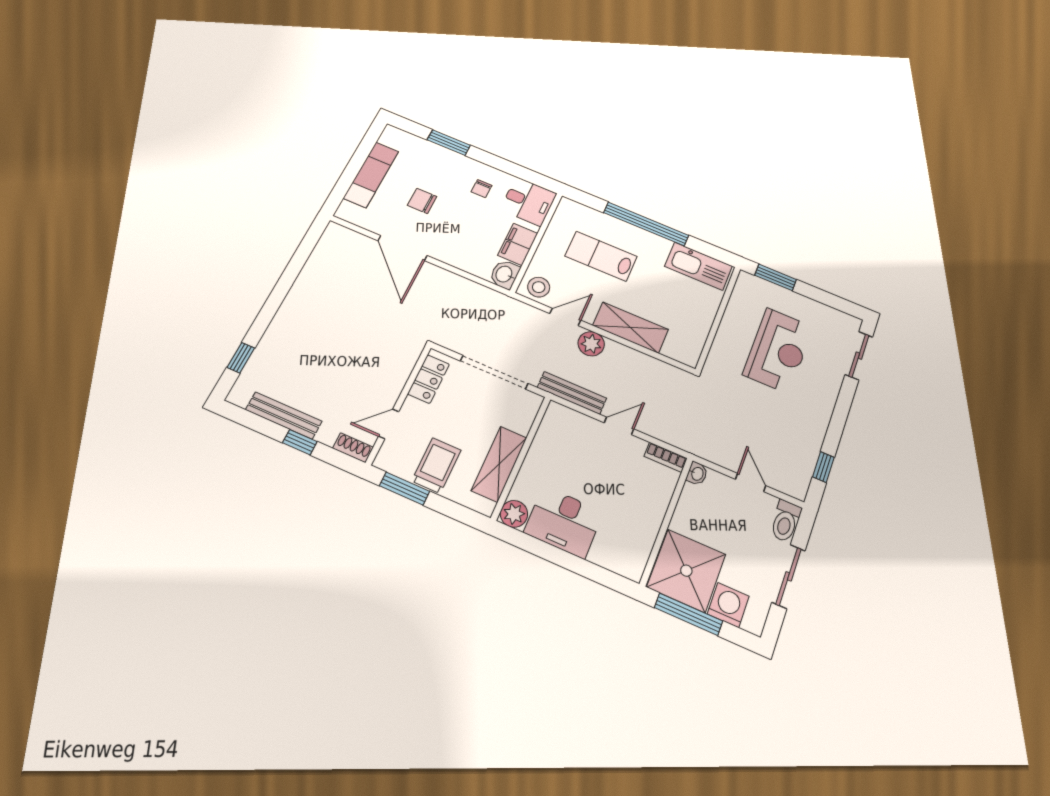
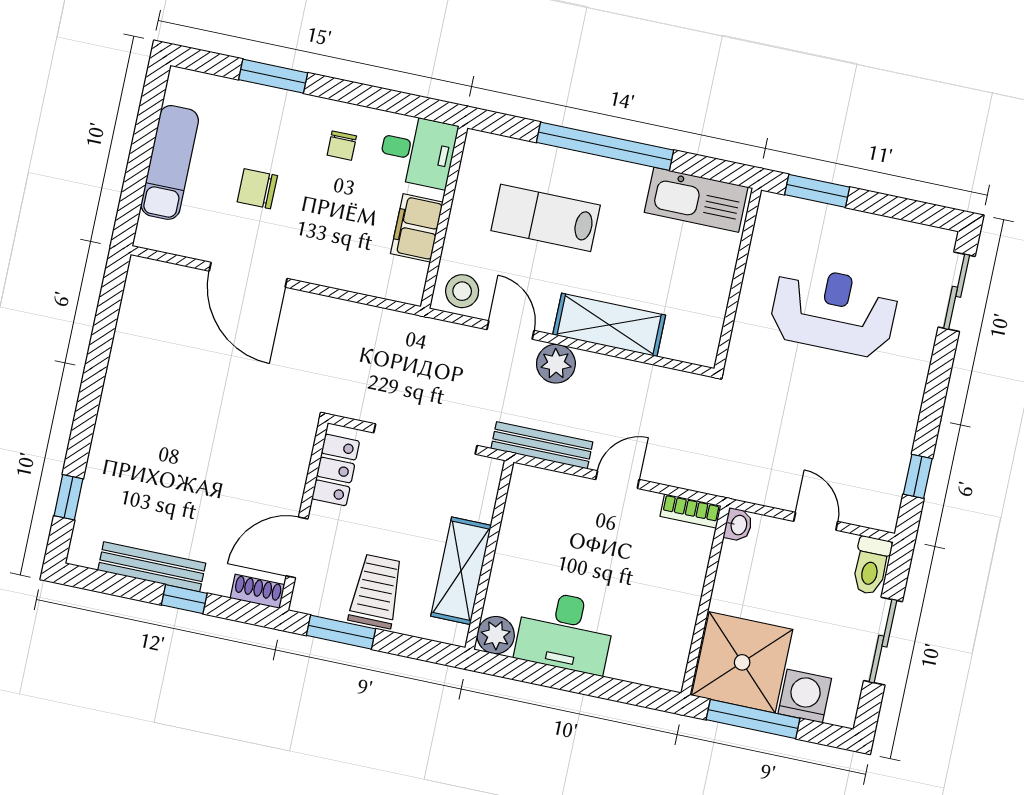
washbasin: (505, 274) -> (408, 282), removed
door: (565, 317) -> (510, 330), hinge flipped
reception desk: (778, 350) -> (834, 311), turned -90
door: (389, 424) -> (297, 547), width x1.38

